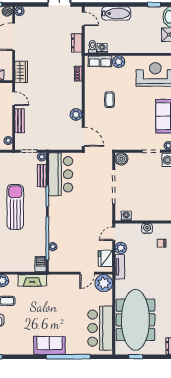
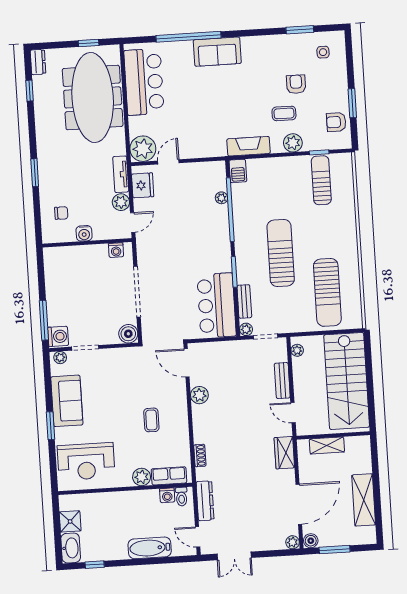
dresser: (77, 43) -> (205, 501), width x1.44
sun lounger: (15, 207) -> (281, 253), turned 180

